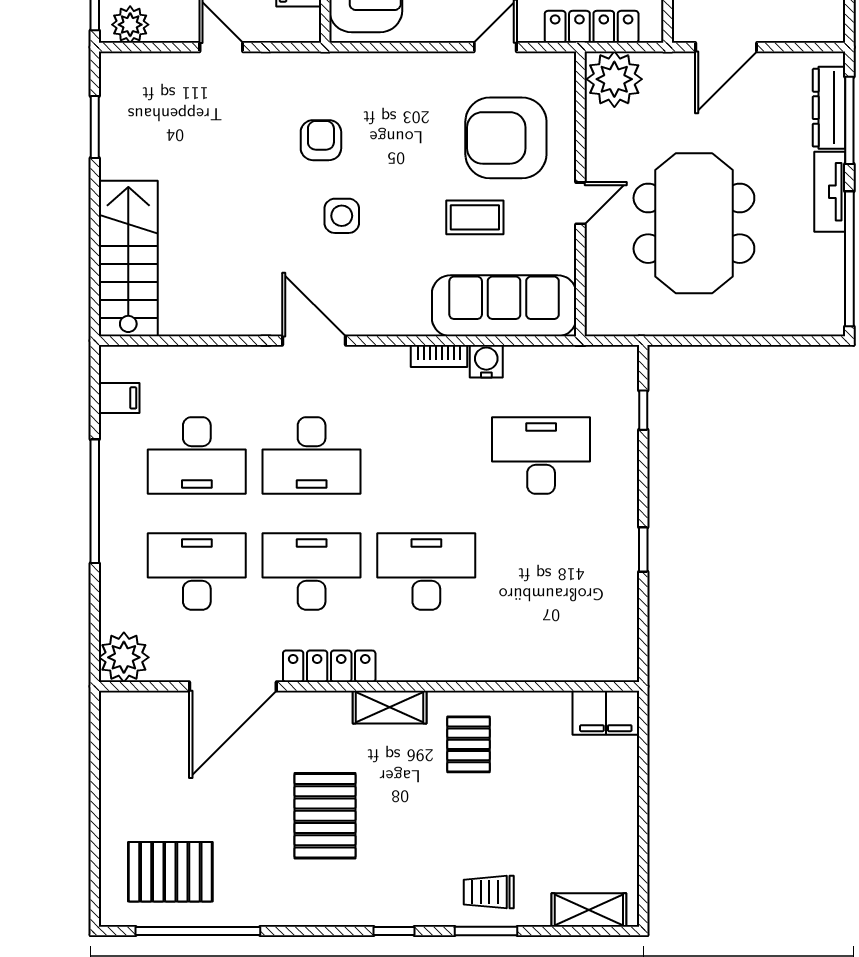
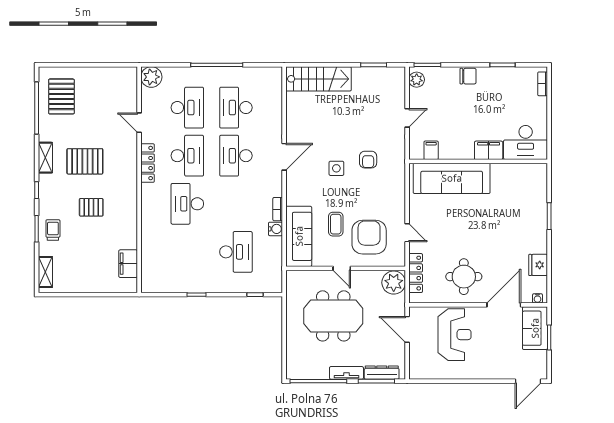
armchair: (321, 140) -> (368, 160), turned 90
filing cabinet: (119, 398) -> (260, 75), removed
desk: (426, 571) -> (187, 204), turned 180
door: (233, 686) -> (139, 123), width x0.53
shelving: (390, 707) -> (45, 158), moved
filing cabinet: (606, 713) -> (128, 264), moved
pallet: (468, 744) -> (91, 207), moved

